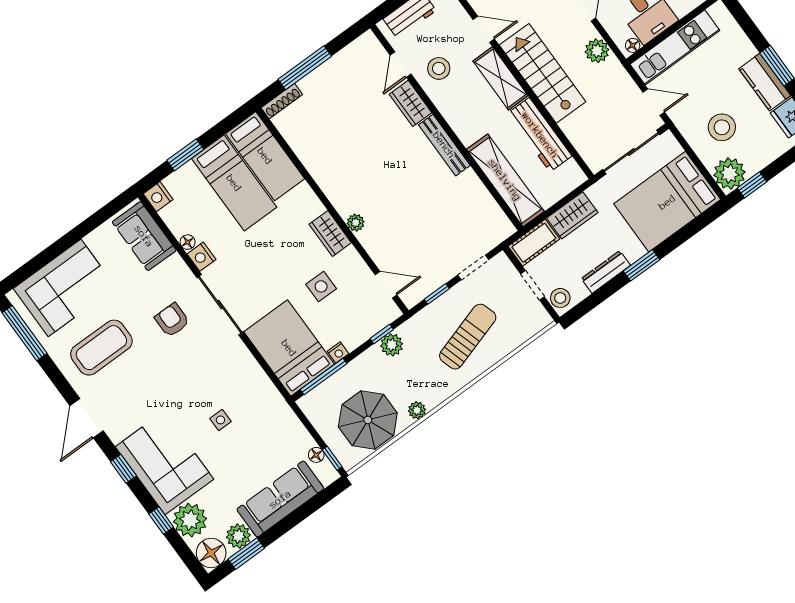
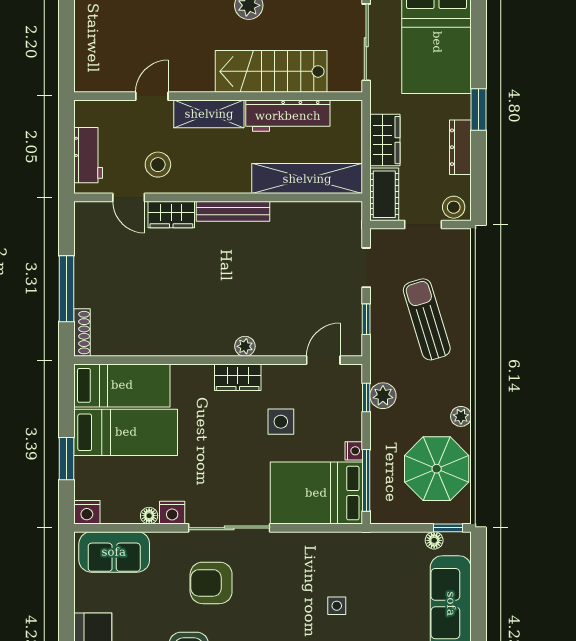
stairs: (543, 73) -> (271, 71), moved
armchair: (172, 320) -> (211, 583), width x1.38, depth x1.38

